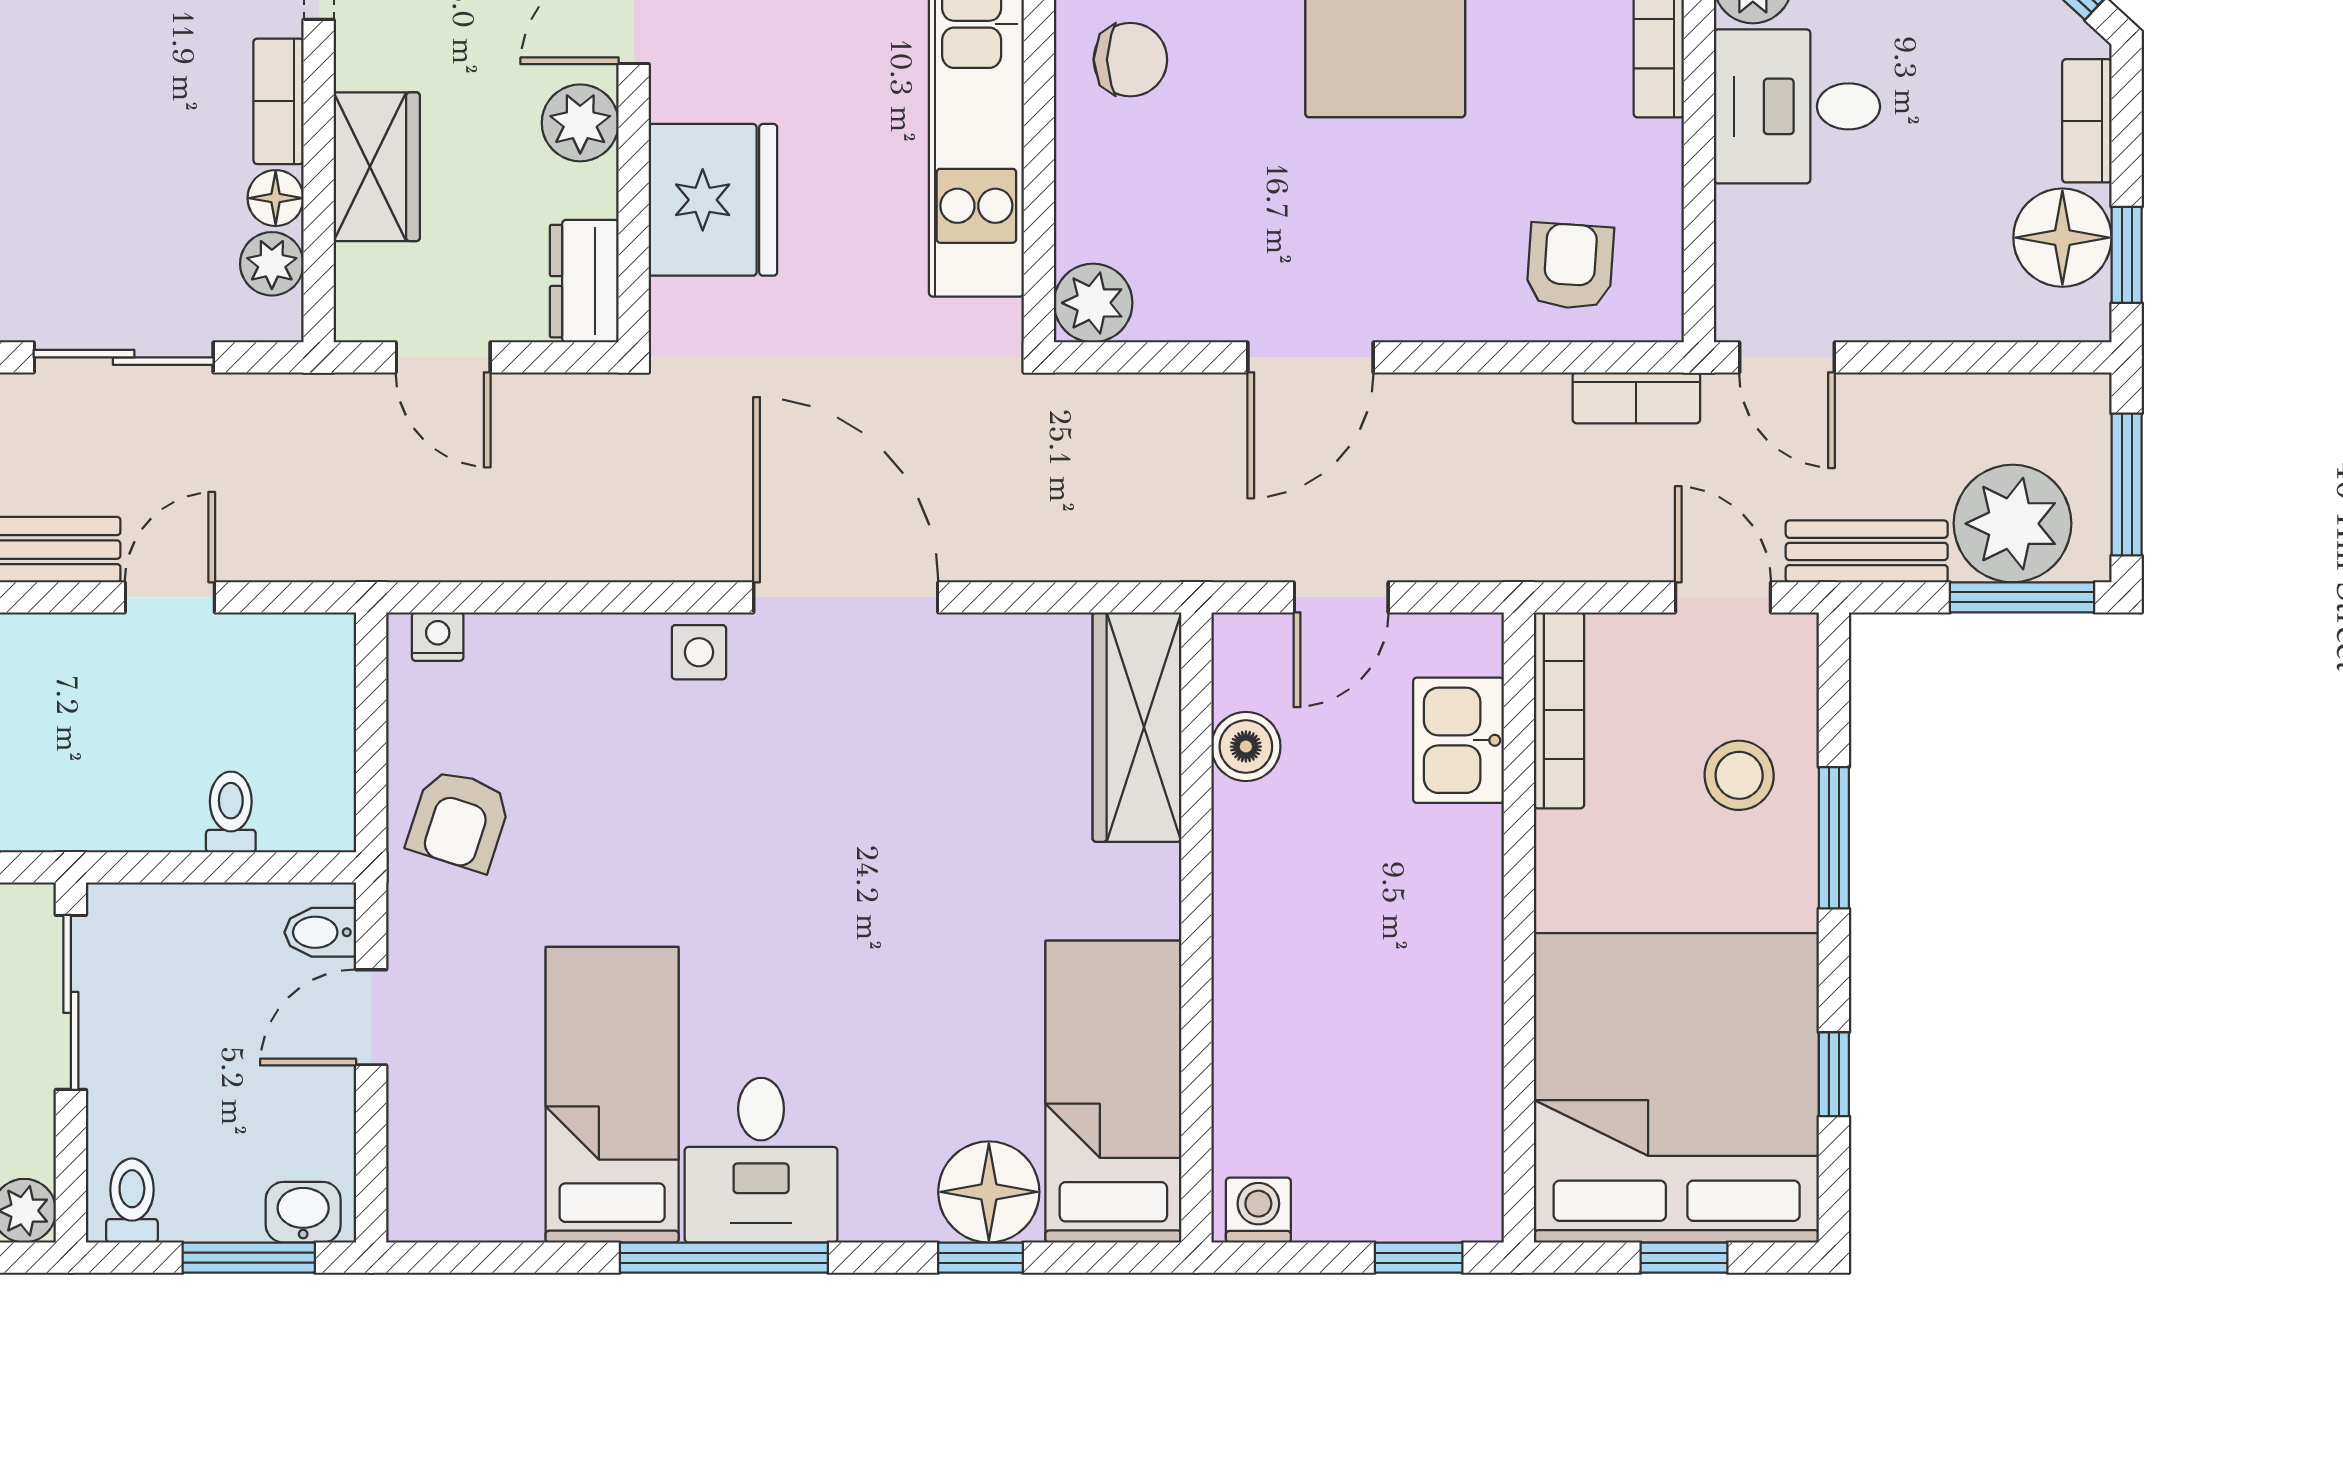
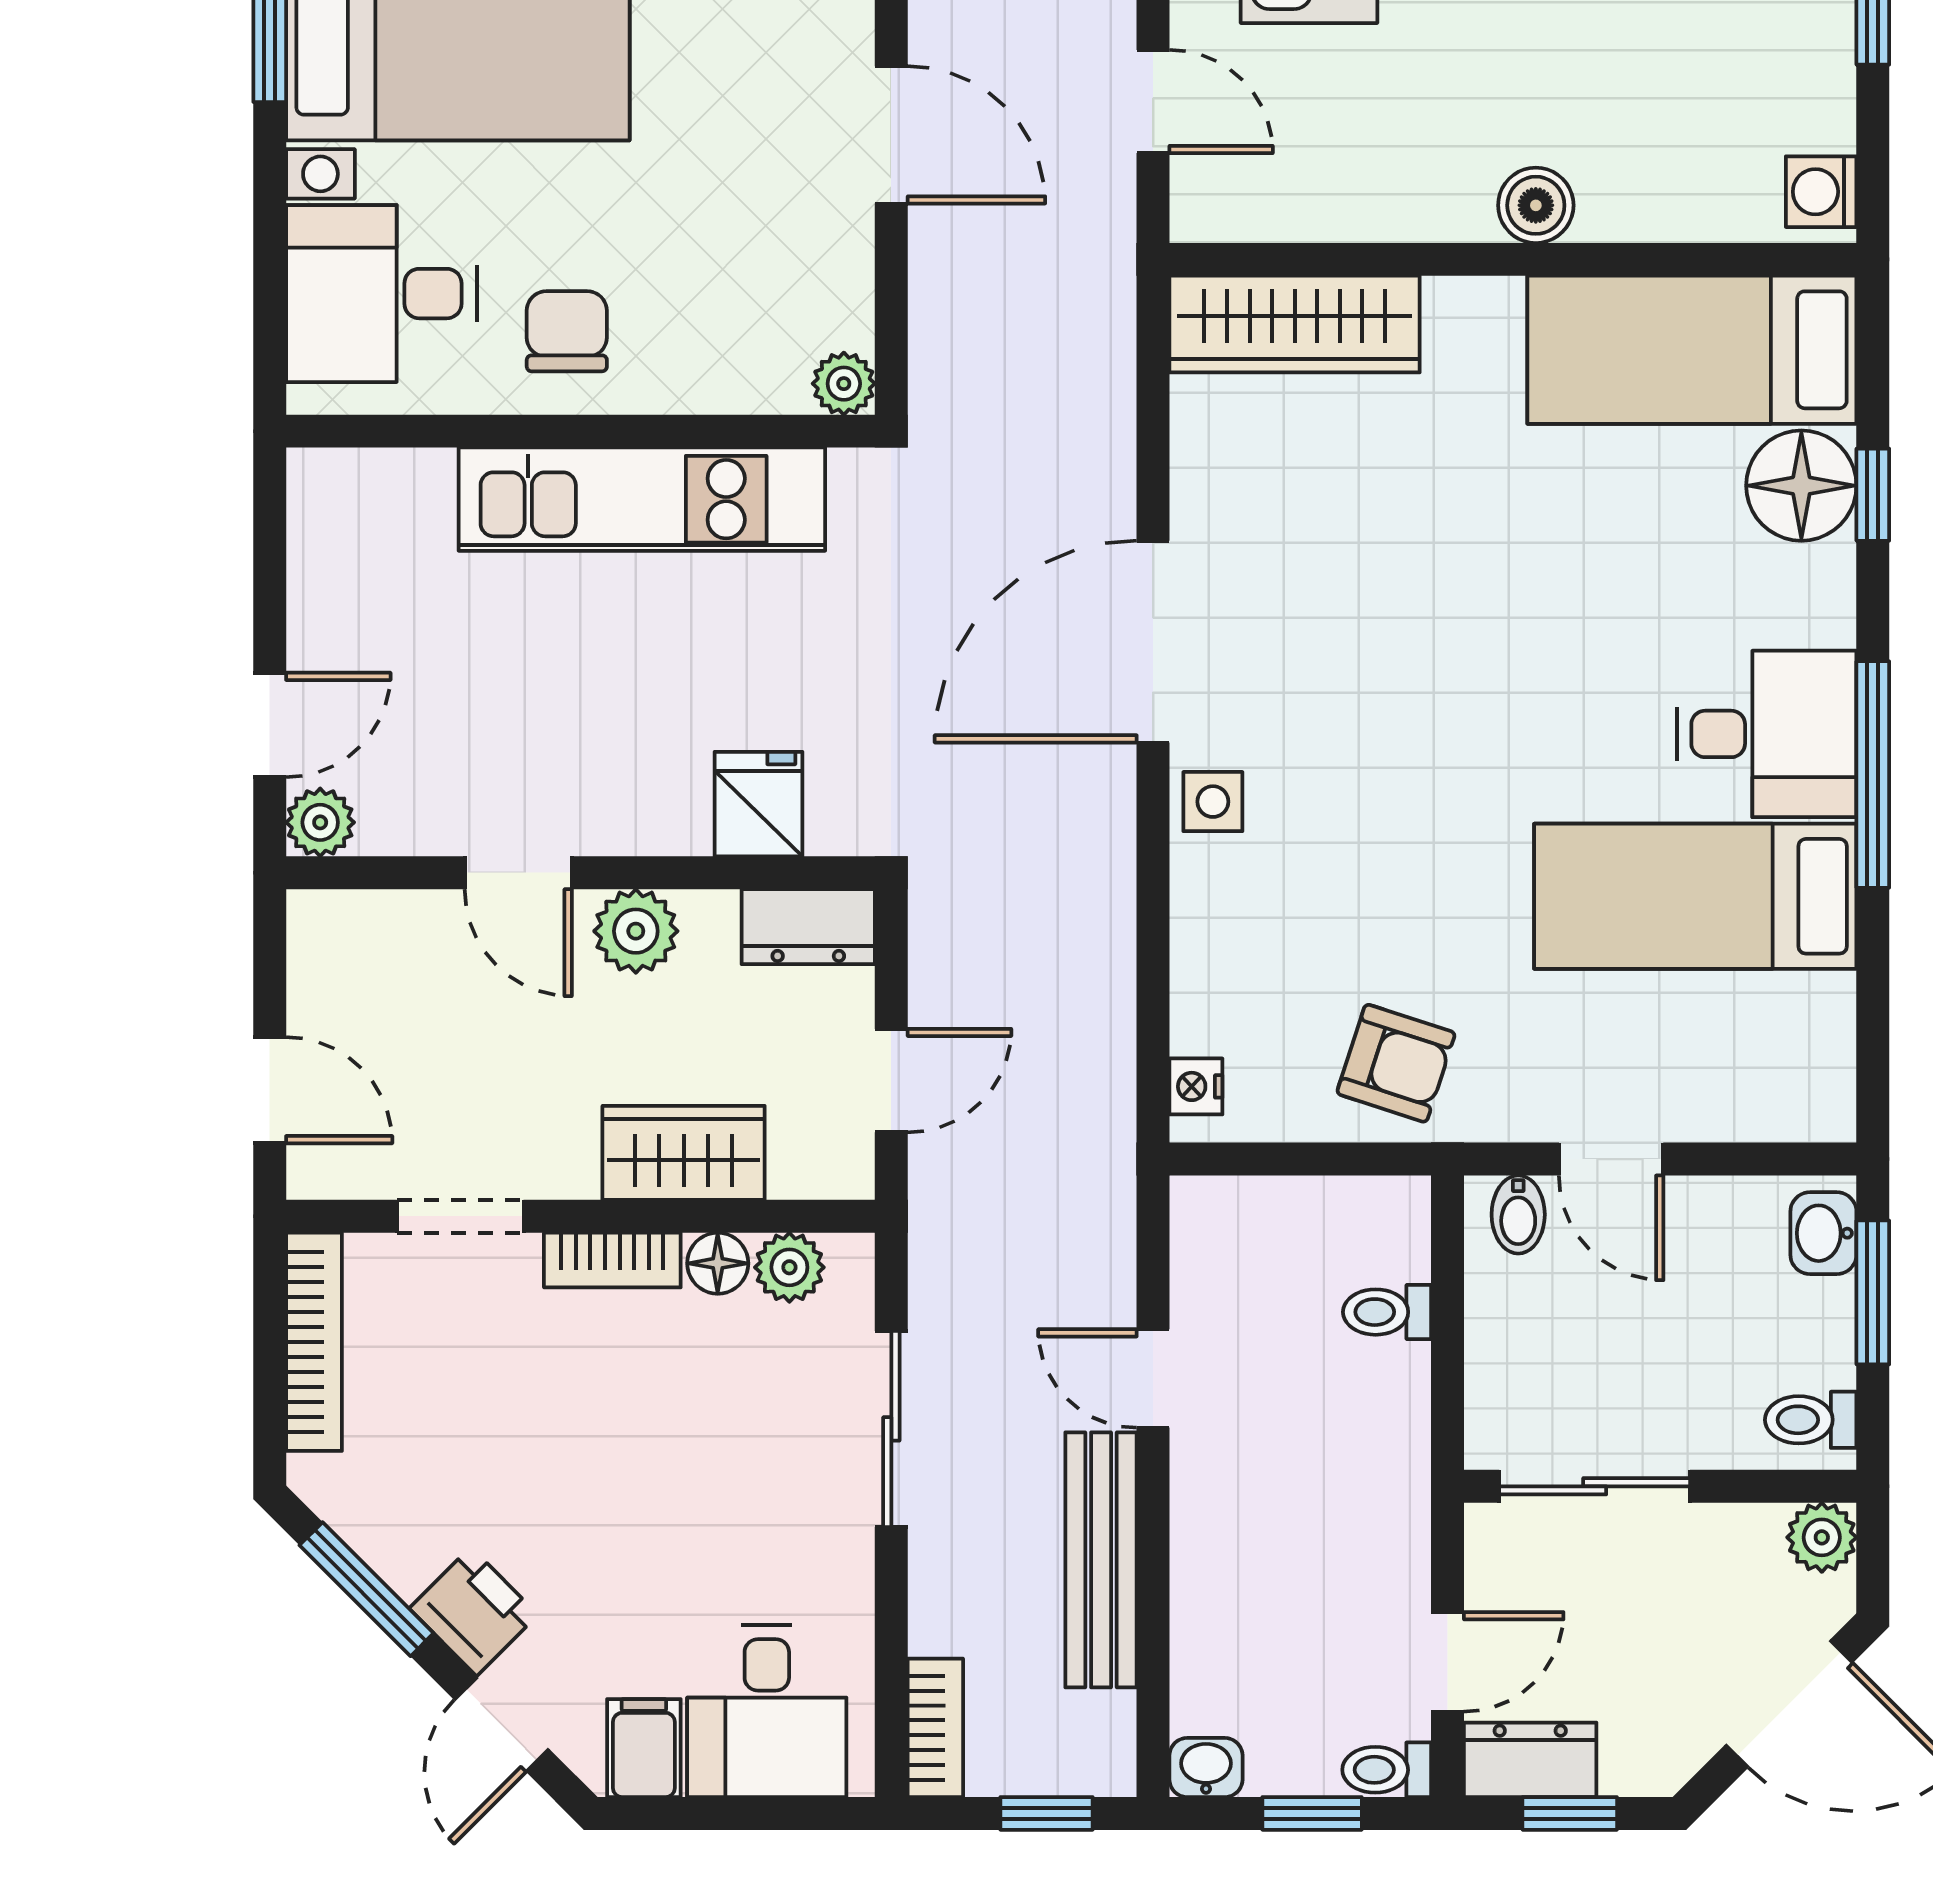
fridge: (713, 200) -> (758, 804), width x0.53, depth x0.75
plant: (1093, 303) -> (844, 384), width x0.73, depth x0.73
boiler: (1246, 747) -> (1536, 205), moved

